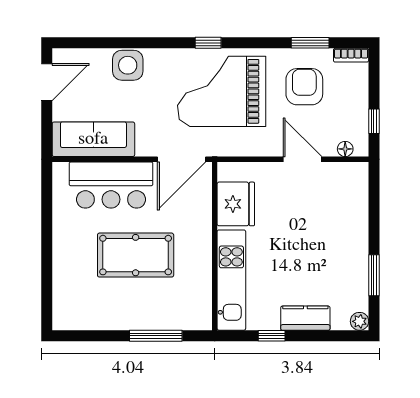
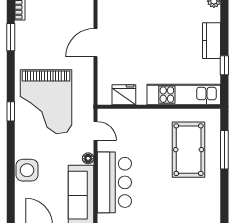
armchair: (304, 87) -> (43, 41), removed
floor lamp: (345, 149) -> (88, 158), moved
door: (182, 159) -> (96, 131), width x0.53
fridge: (236, 204) -> (124, 95), width x0.73, depth x0.75
pool table: (136, 255) -> (189, 150), moved

